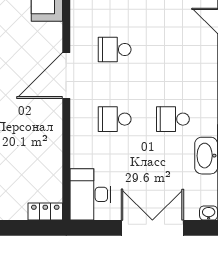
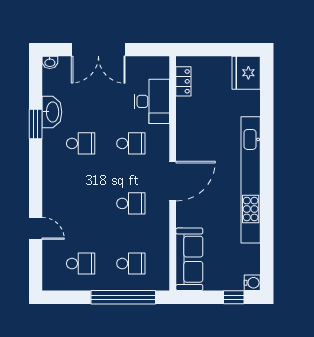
desk: (90, 194) -> (152, 101), moved
locker: (45, 212) -> (183, 81), moved, turned -90

